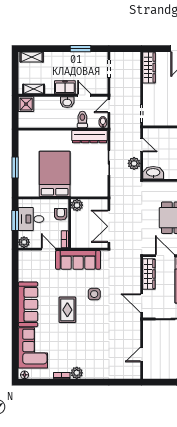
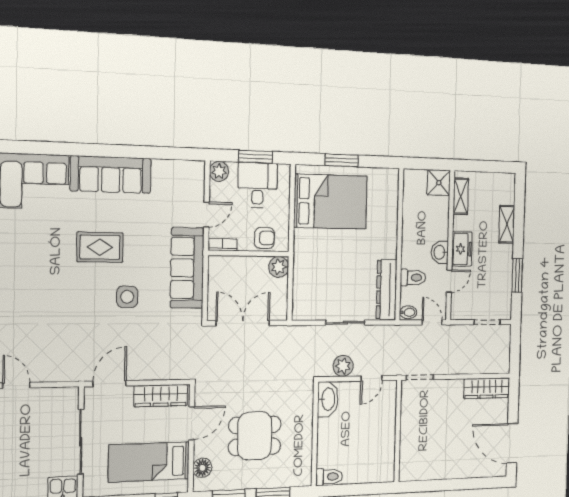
shelving: (32, 57) -> (507, 224), moved
bed: (55, 174) -> (331, 202), moved

